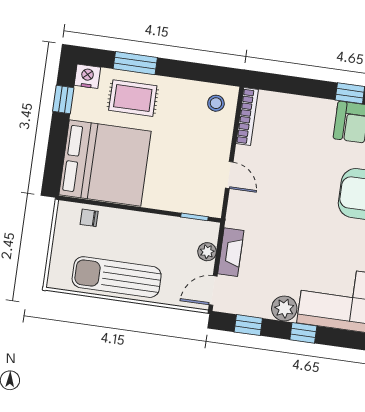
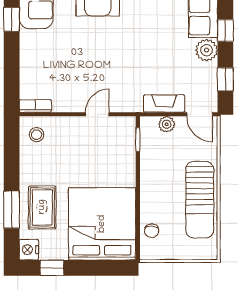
bookcase: (247, 117) -> (35, 106), width x0.64

